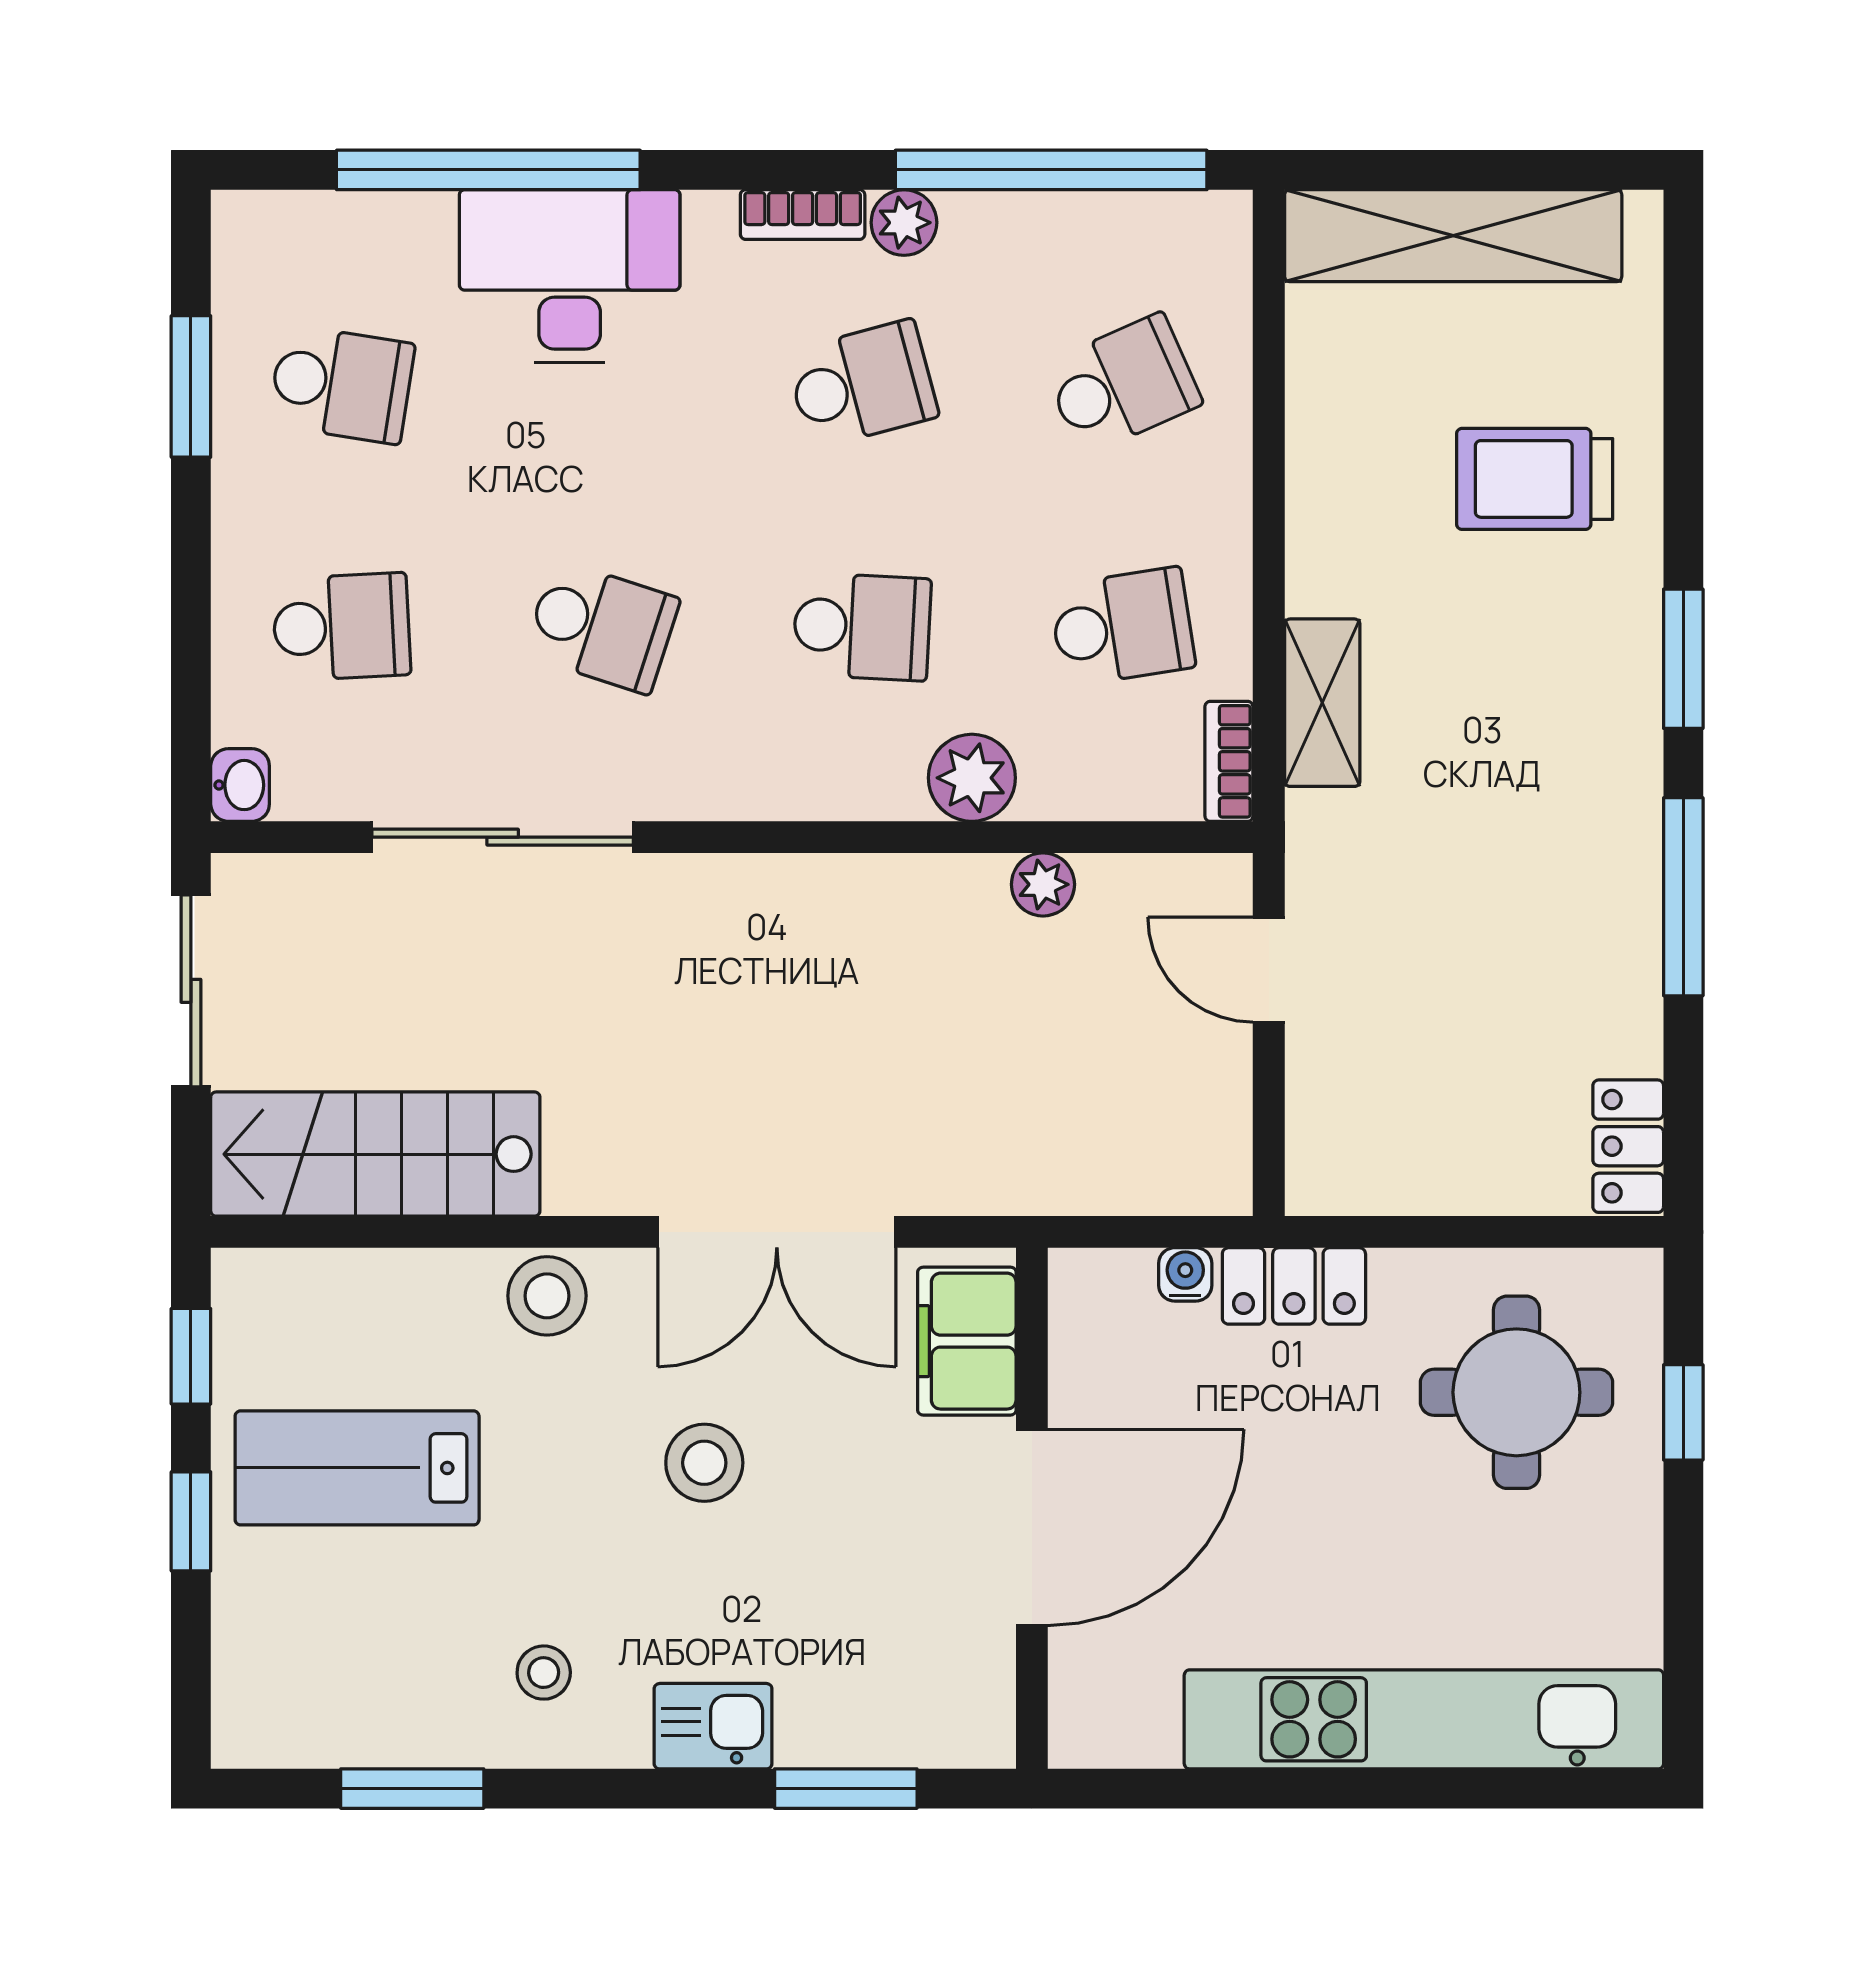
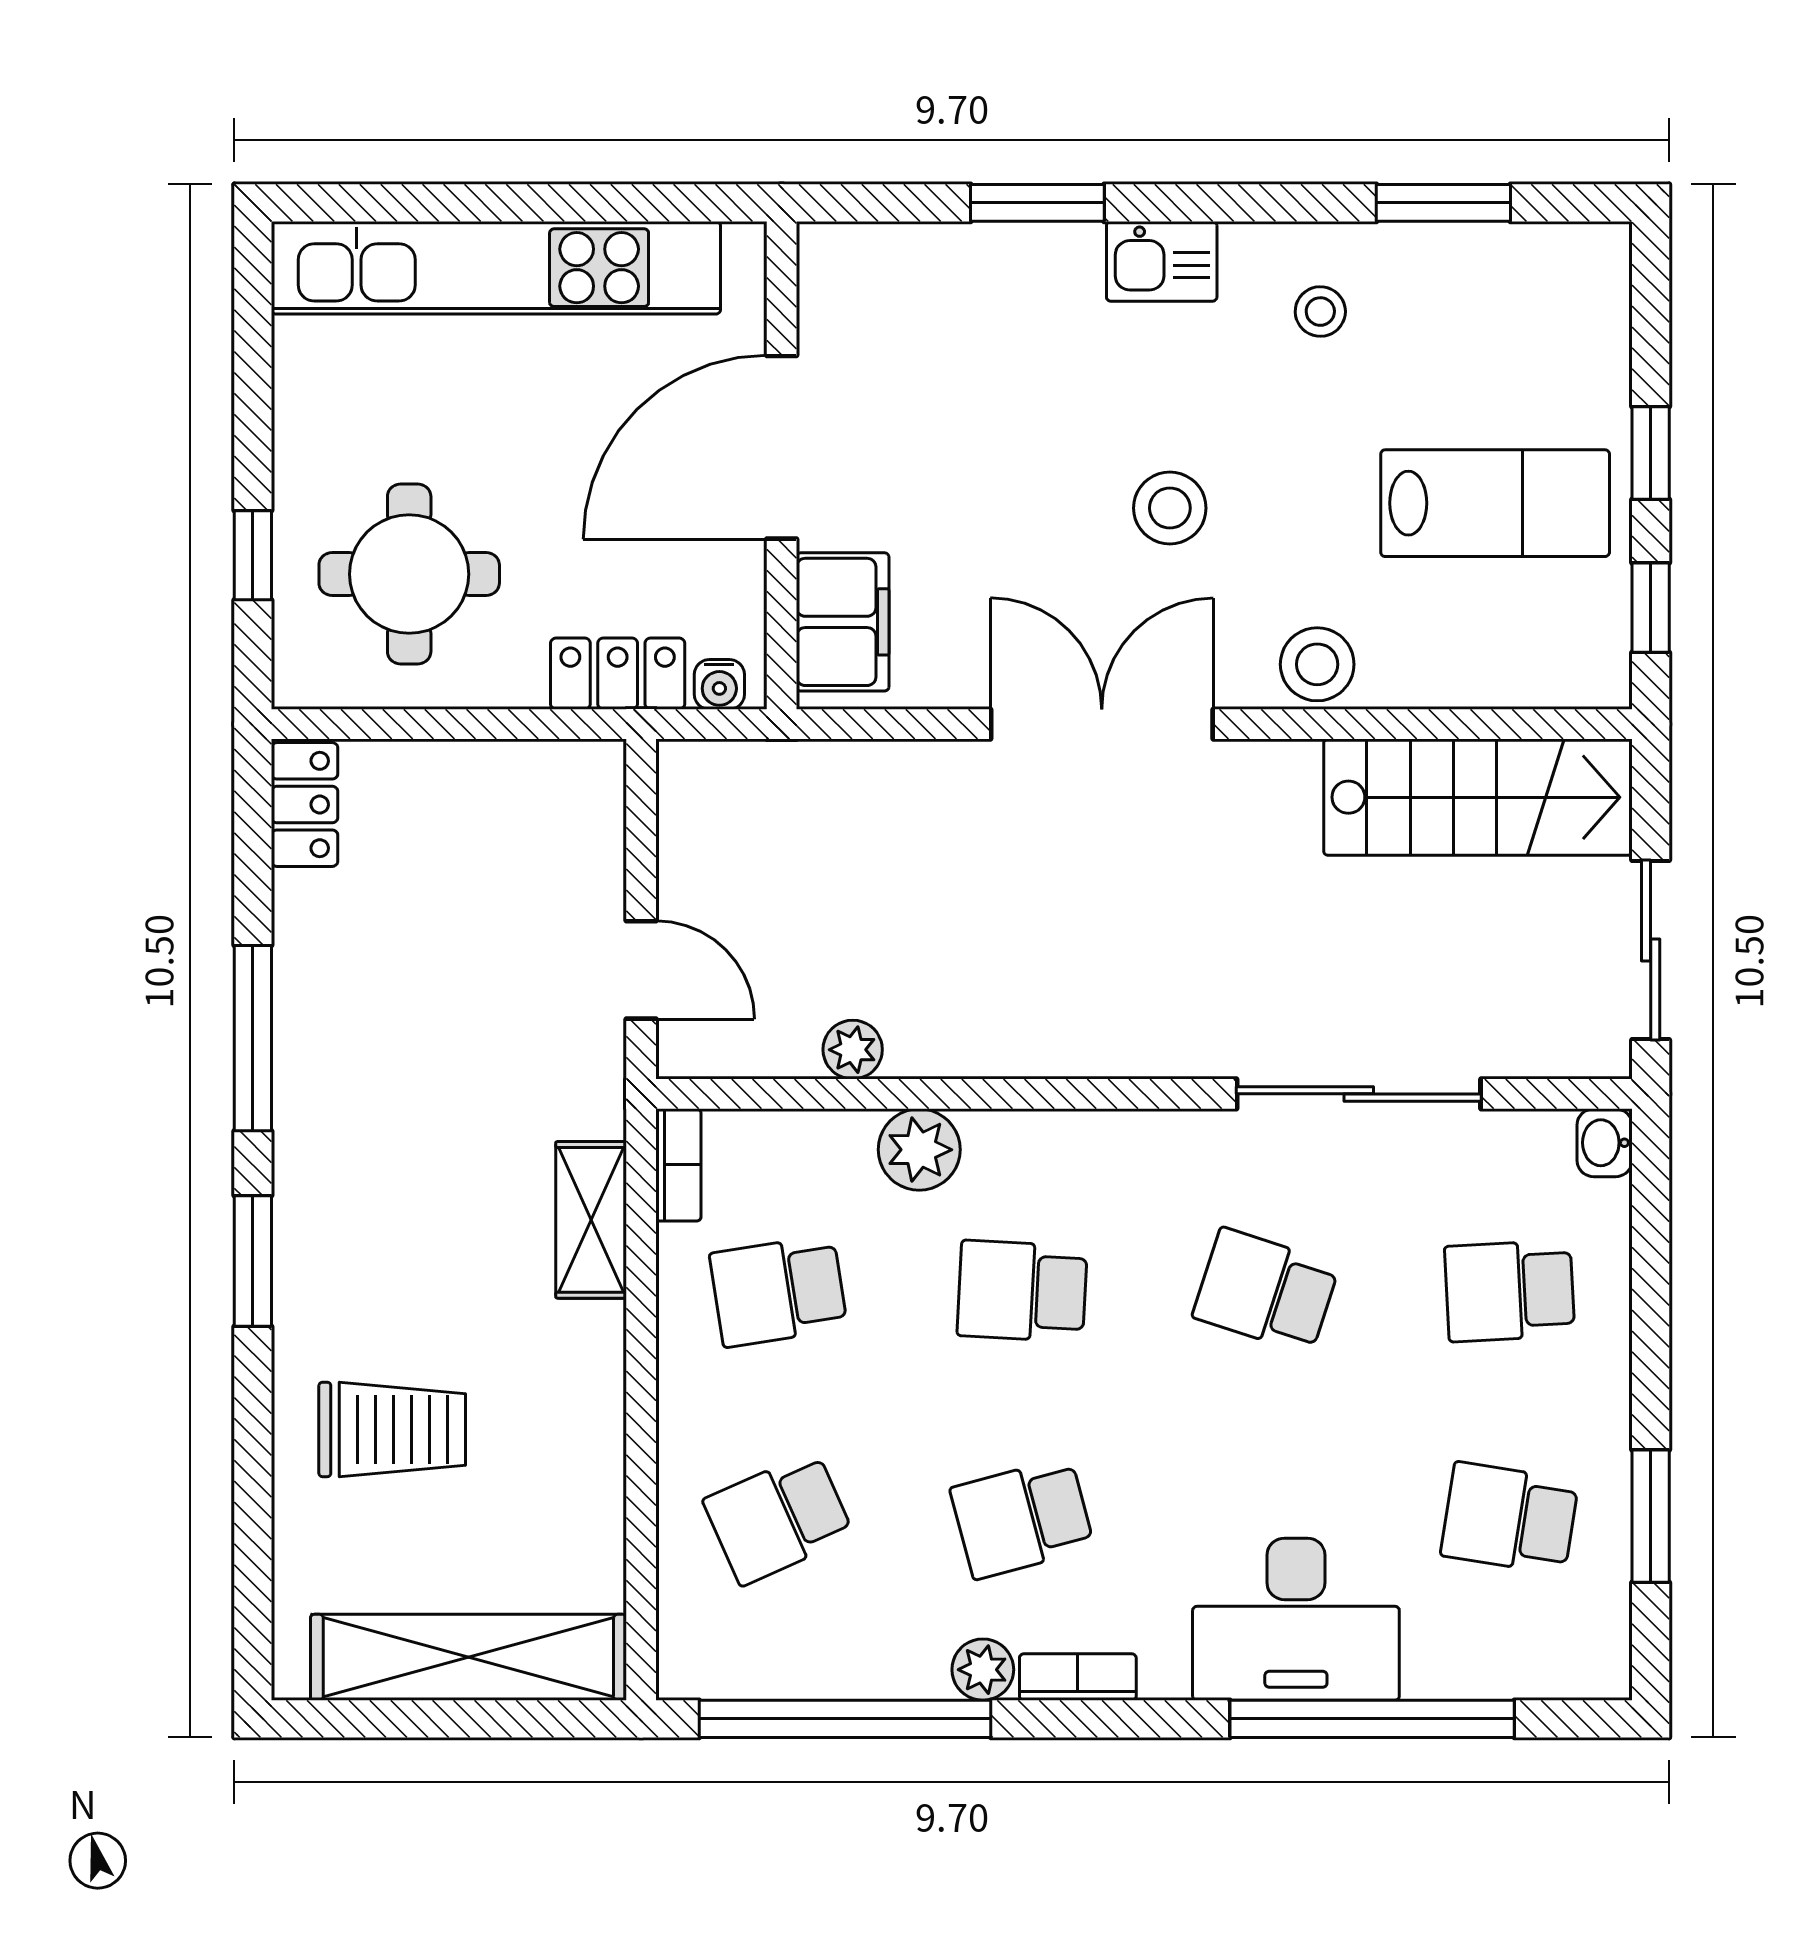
filing cabinet: (967, 1341) -> (843, 622), moved
wall: (1032, 1508) -> (782, 465), moved
door: (1032, 1528) -> (782, 447), moved

